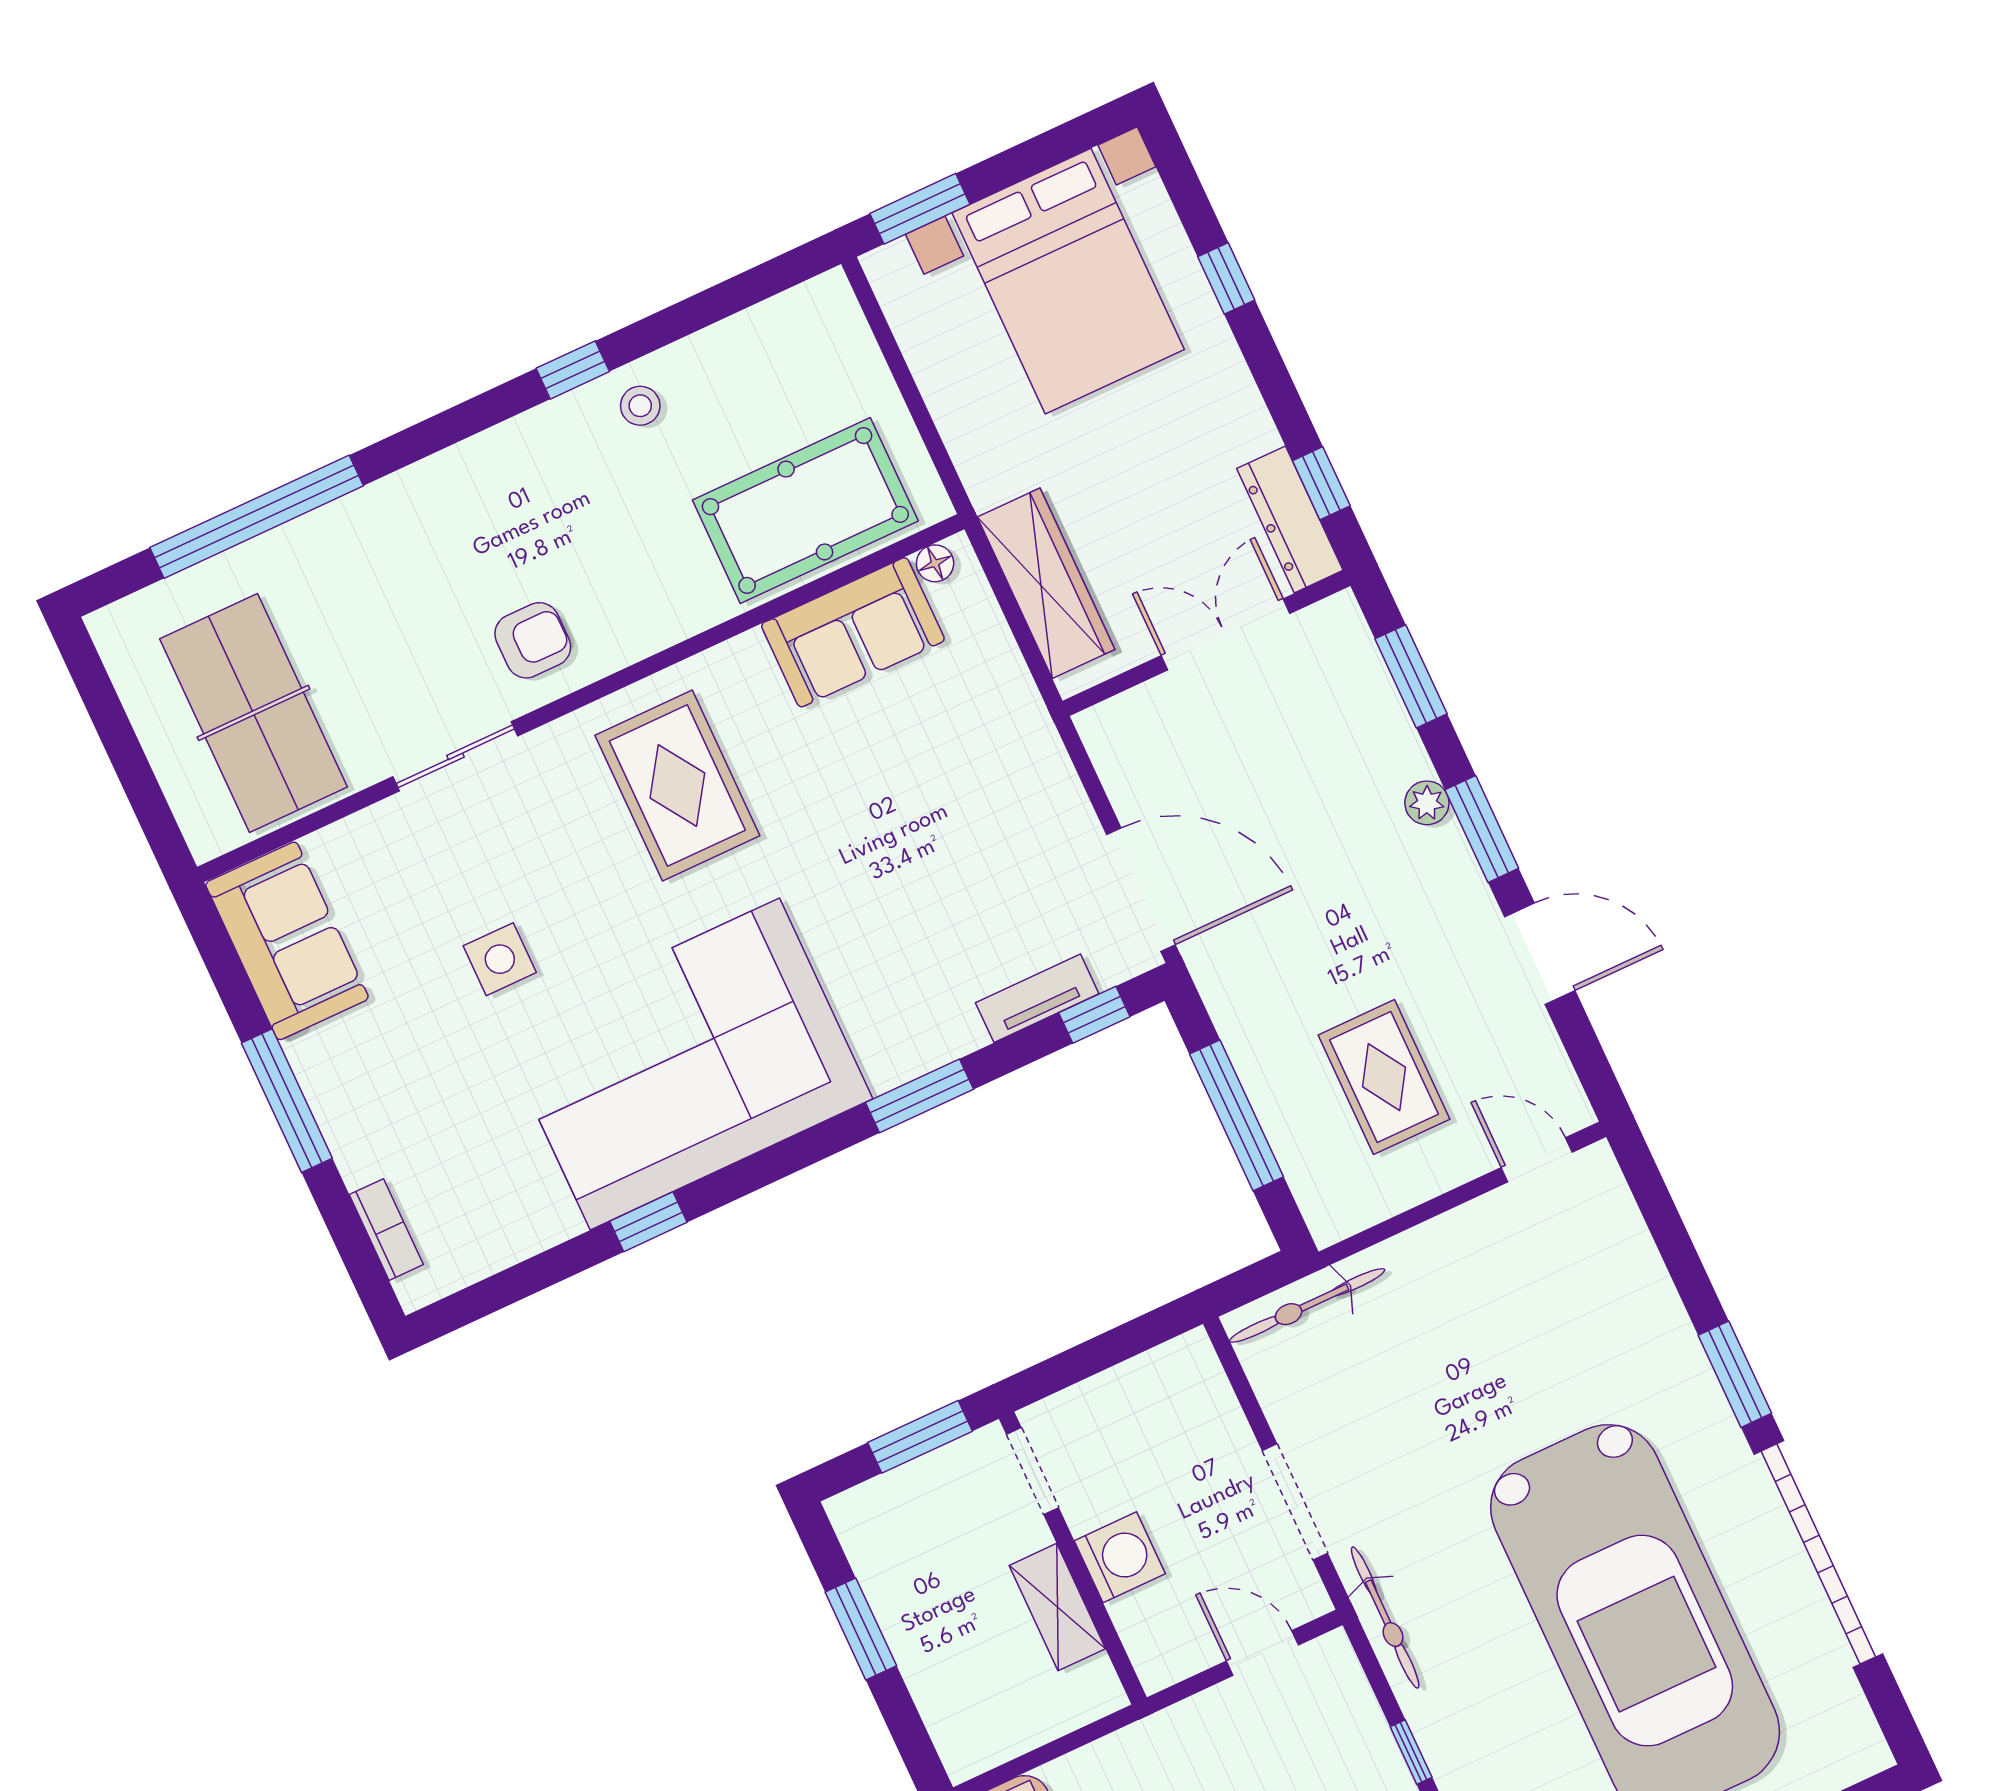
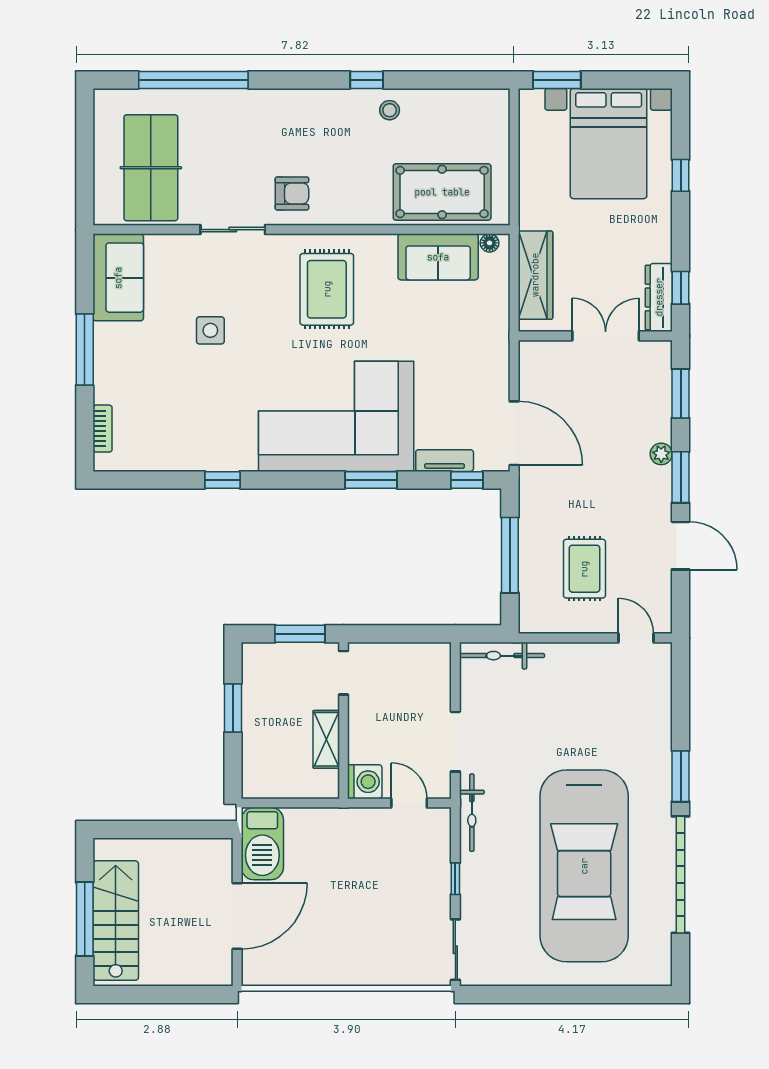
corner sofa: (685, 1064) -> (336, 416), moved
washing machine: (1120, 1557) -> (365, 782), moved

